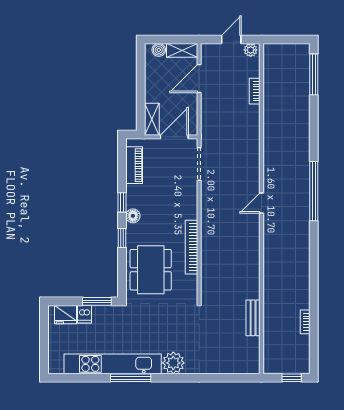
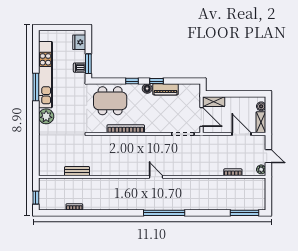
piano: (134, 165) -> (166, 89), moved
dishwasher: (84, 314) -> (80, 68), moved

